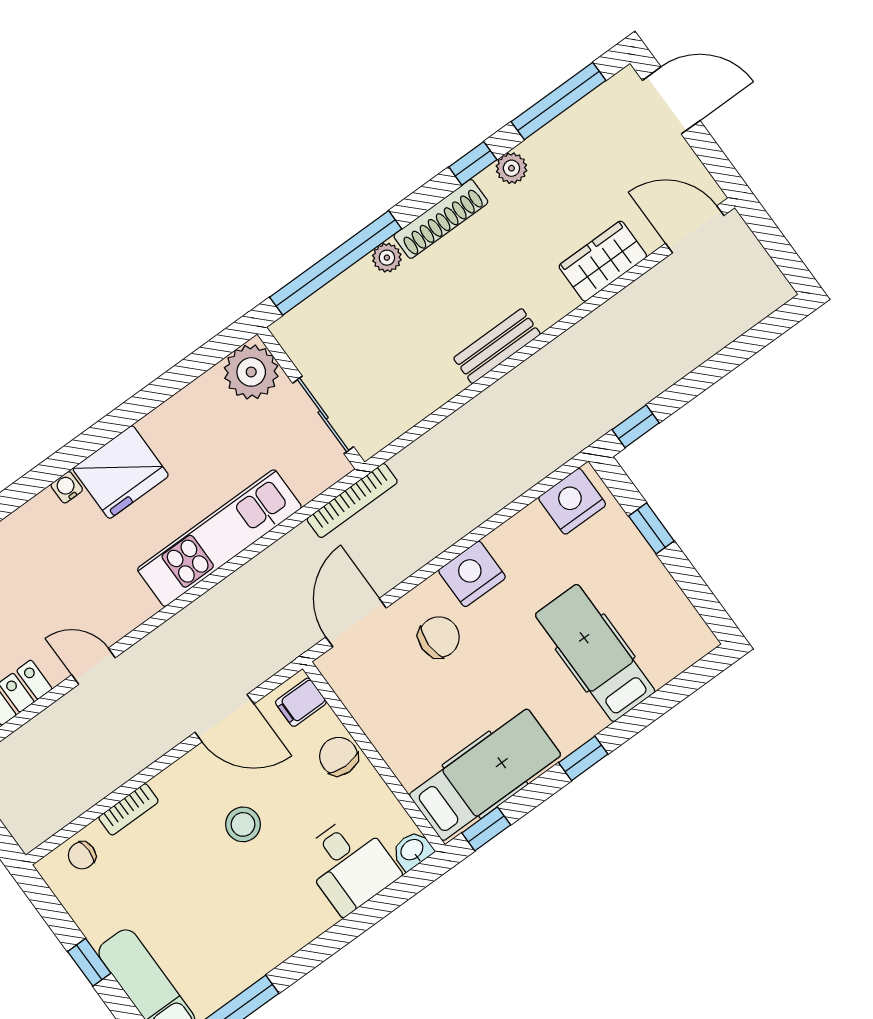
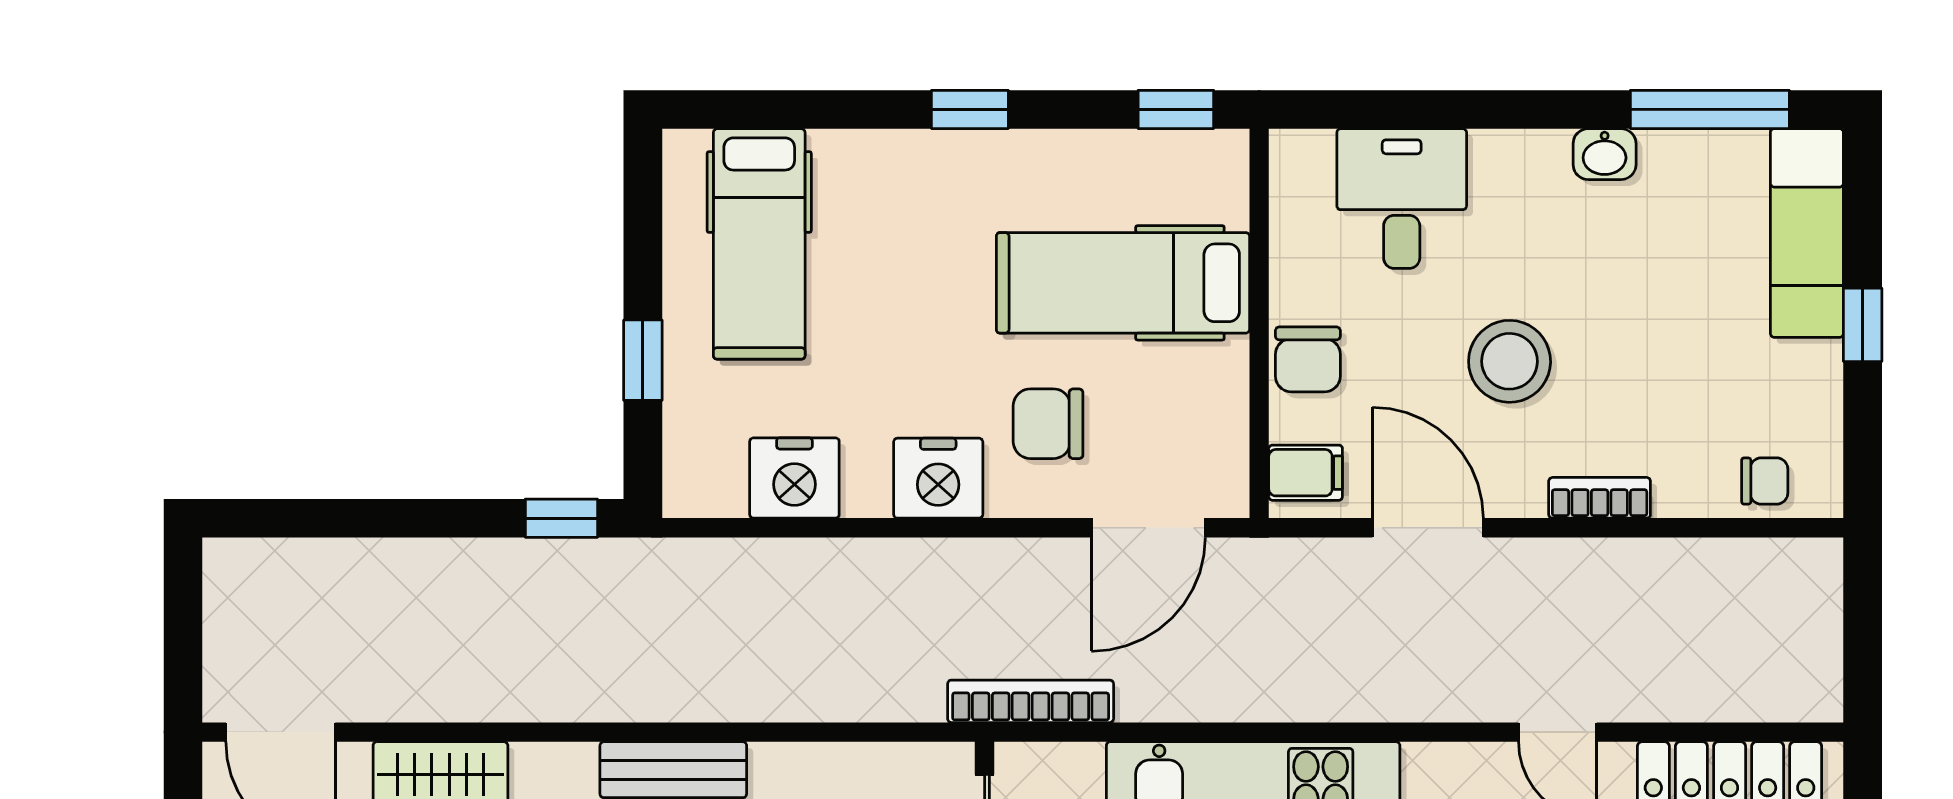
nightstand: (572, 501) -> (794, 478), moved
hospital bed: (595, 653) -> (759, 244), moved
hospital bed: (485, 775) -> (1123, 283), moved
bookcase: (129, 809) -> (1600, 498), moved
stool: (243, 824) -> (1510, 361), width x1.38, depth x1.38
washbasin: (412, 850) -> (1605, 154), moved

